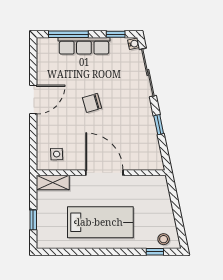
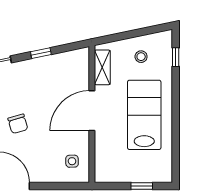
shelving: (53, 183) -> (102, 67), moved
stool: (164, 239) -> (141, 57), moved

